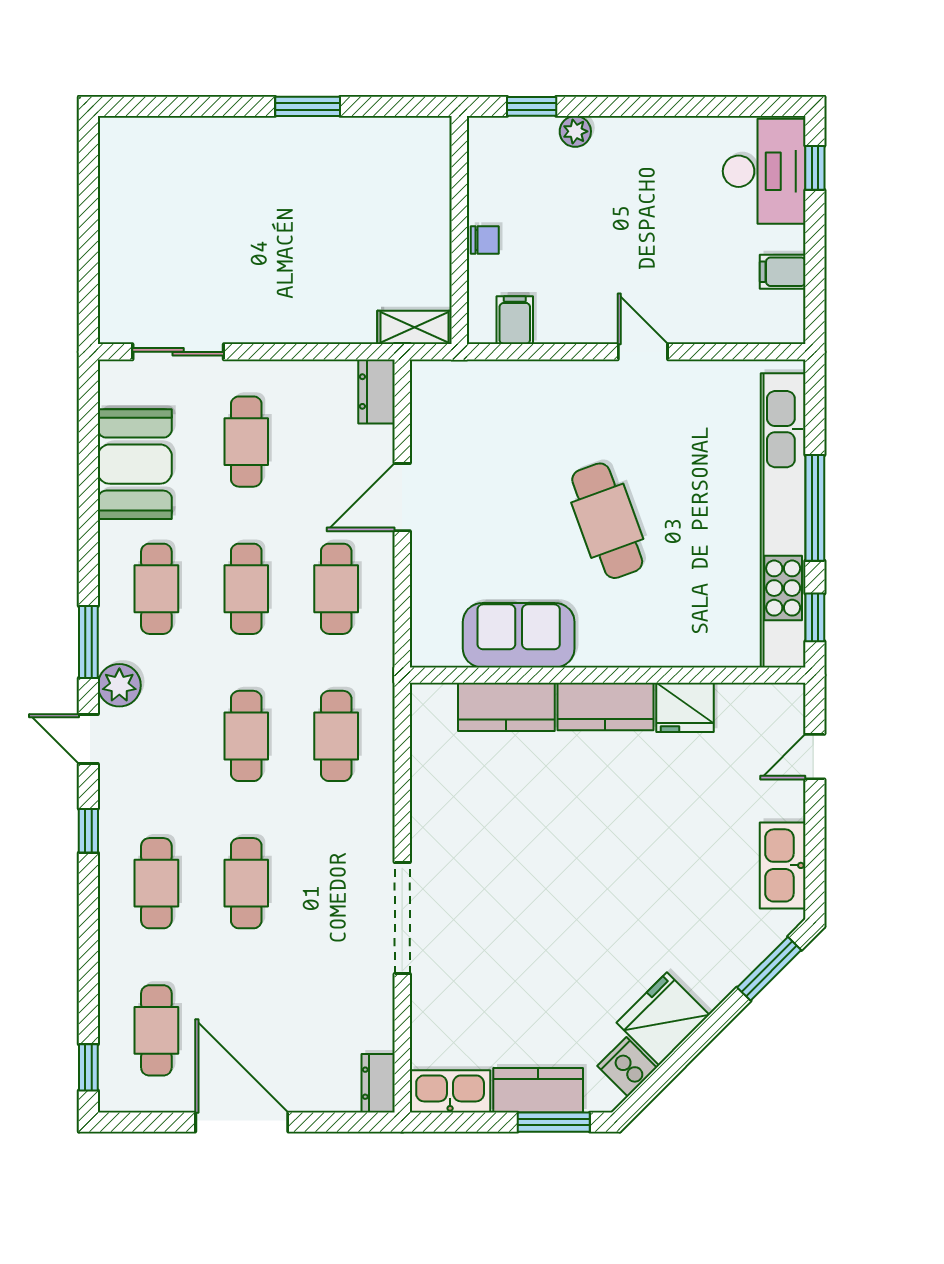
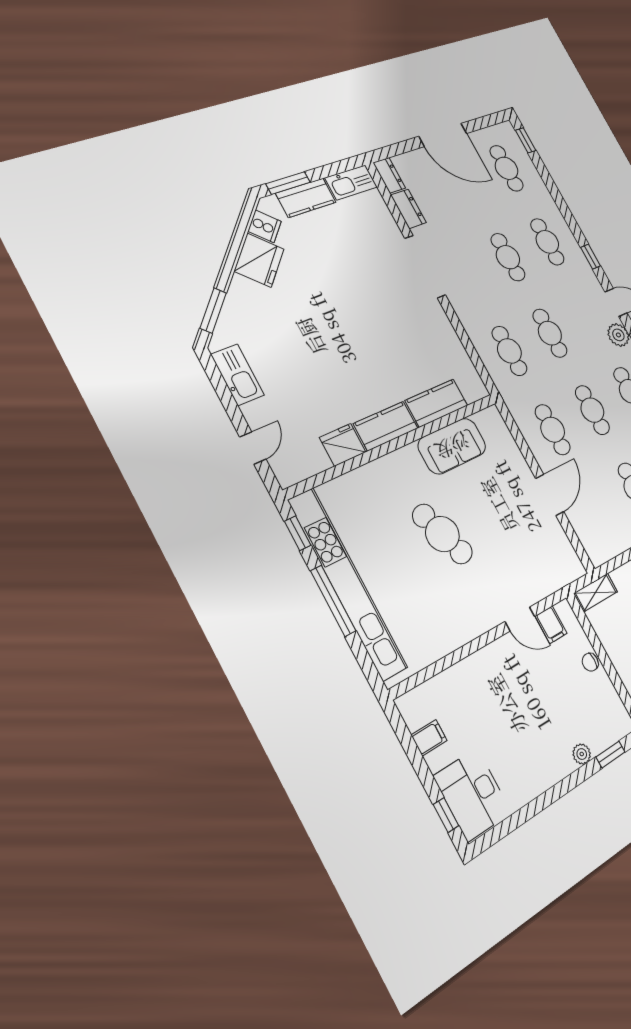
door: (643, 352) -> (520, 619), moved
dresser: (377, 392) -> (409, 209), moved

